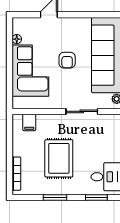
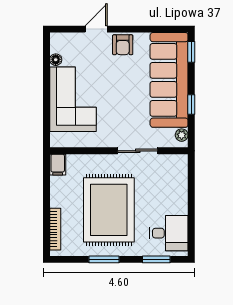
armchair: (67, 60) -> (123, 45), moved
filing cabinet: (29, 122) -> (58, 165), moved
rug: (59, 158) -> (109, 210), width x1.37, depth x1.44

